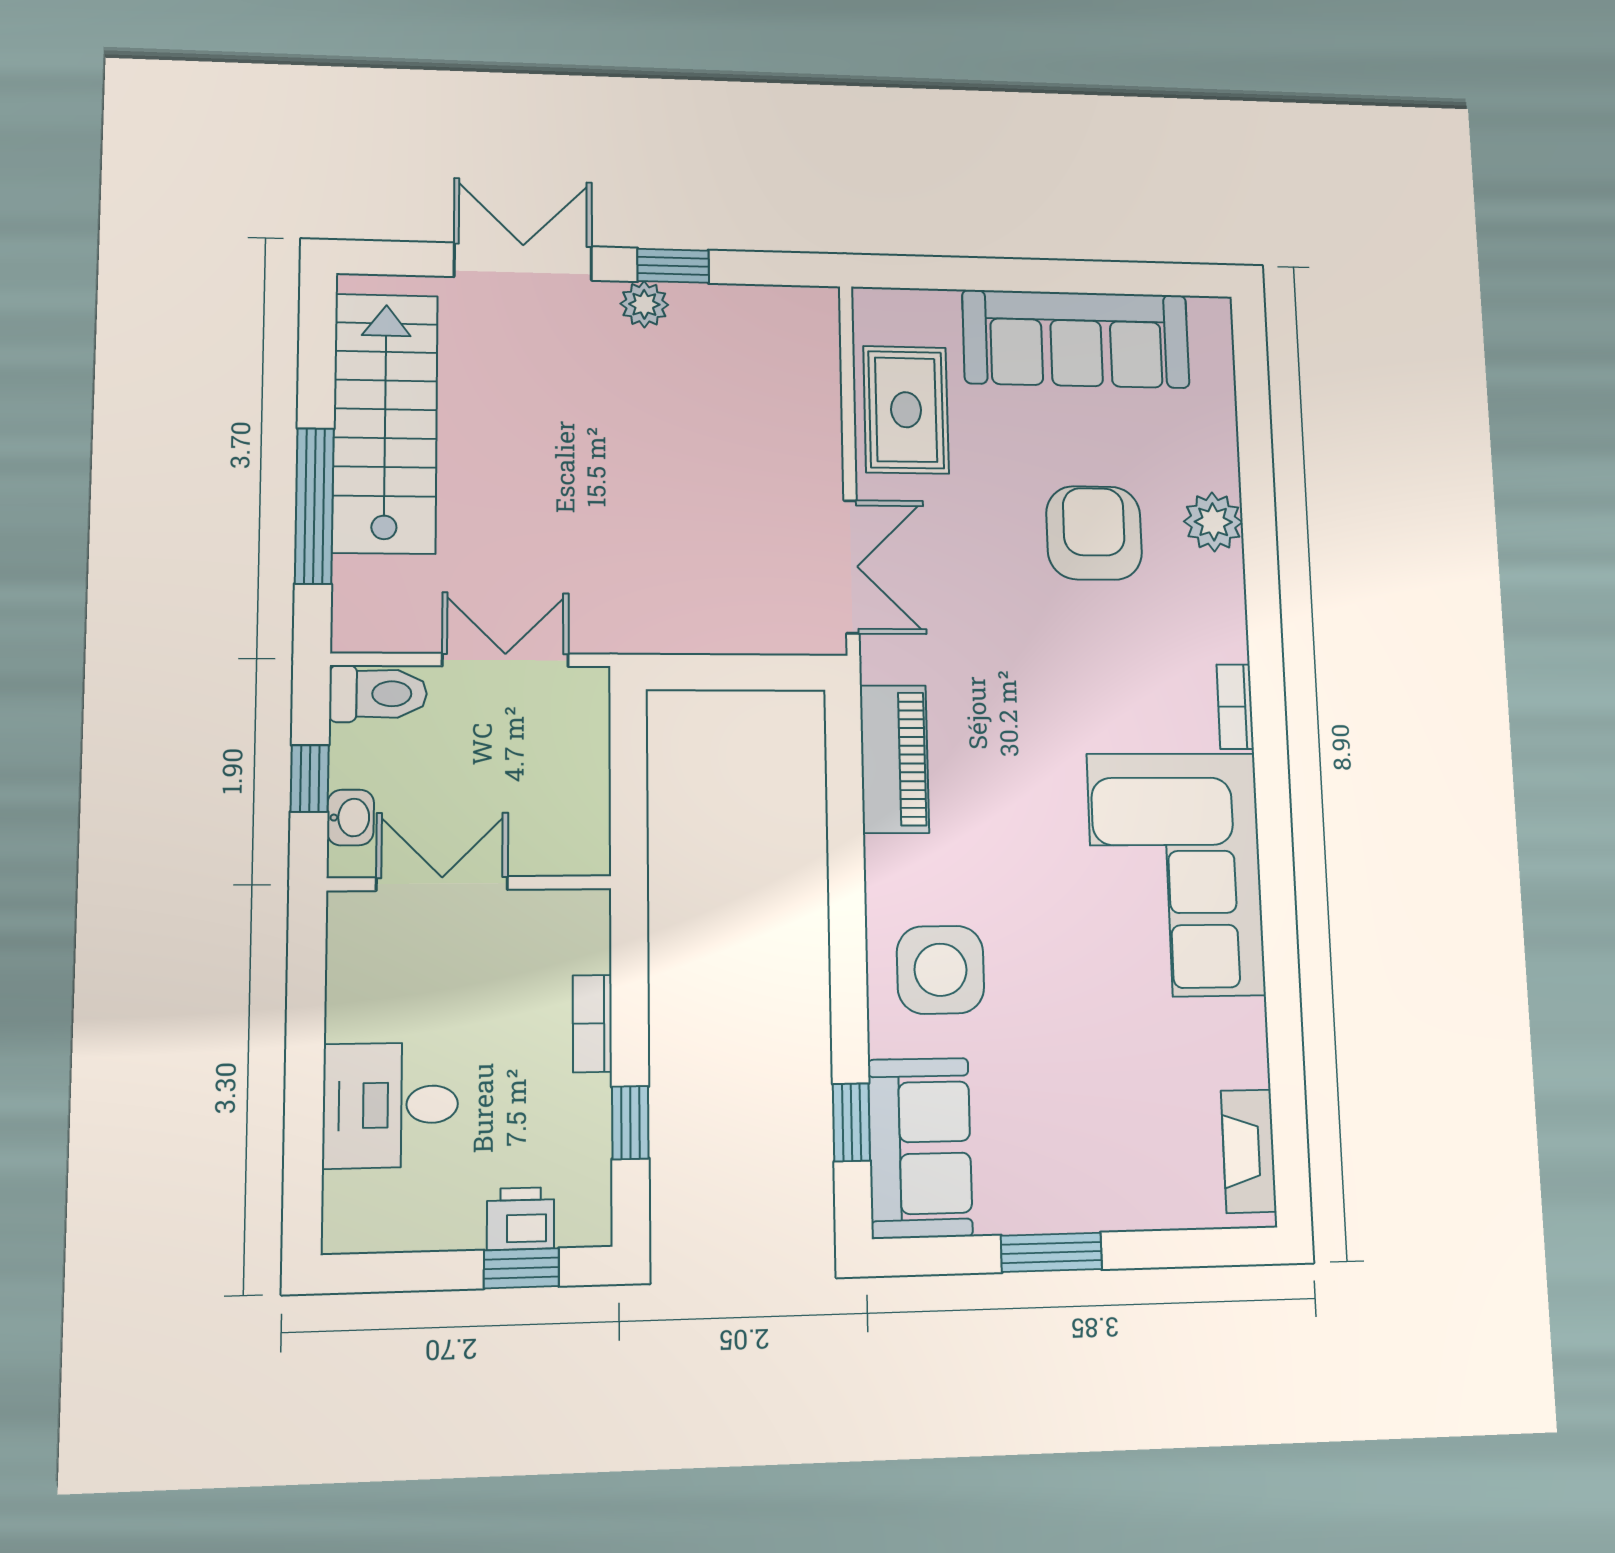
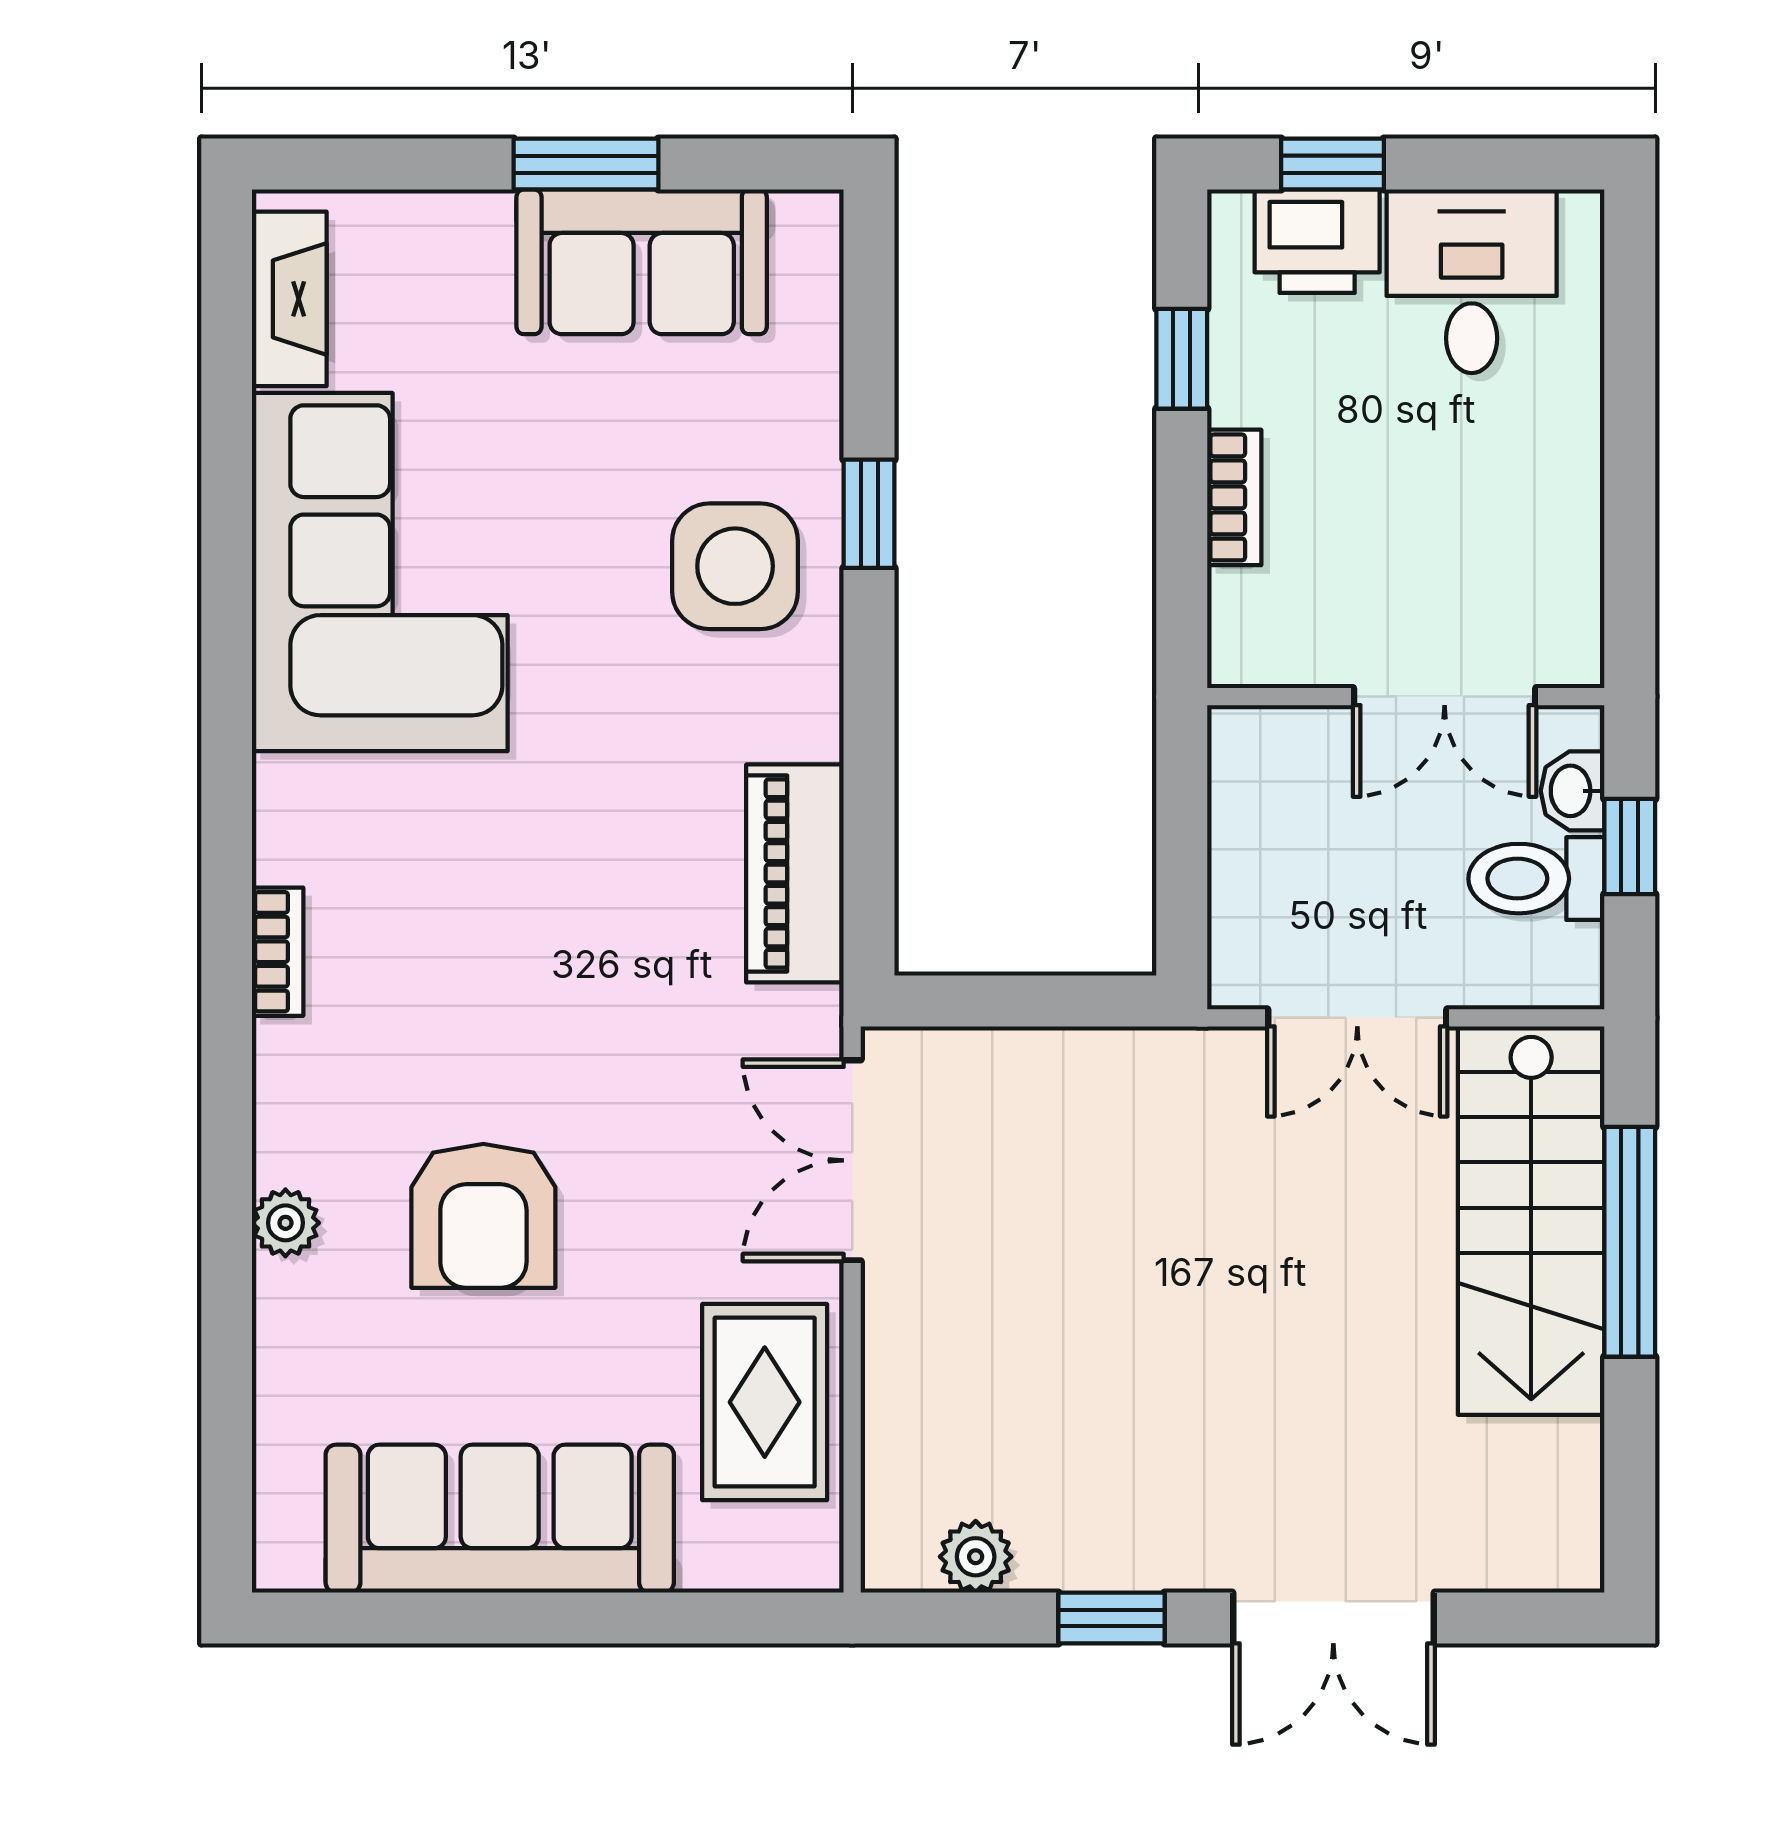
plant: (644, 304) -> (976, 1557), moved
stairs: (385, 423) -> (1531, 1221), moved
plant: (1213, 522) -> (285, 1223), width x0.73, depth x0.73
toilet: (378, 694) -> (1536, 879), moved
corner sofa: (1176, 874) -> (380, 572), moved
desk: (390, 1105) -> (1472, 281), moved, turned -90
window: (851, 1122) -> (869, 514), moved
sofa: (920, 1148) -> (642, 262), moved, turned -90
printer: (521, 1219) -> (1317, 241), width x1.36, depth x1.24

